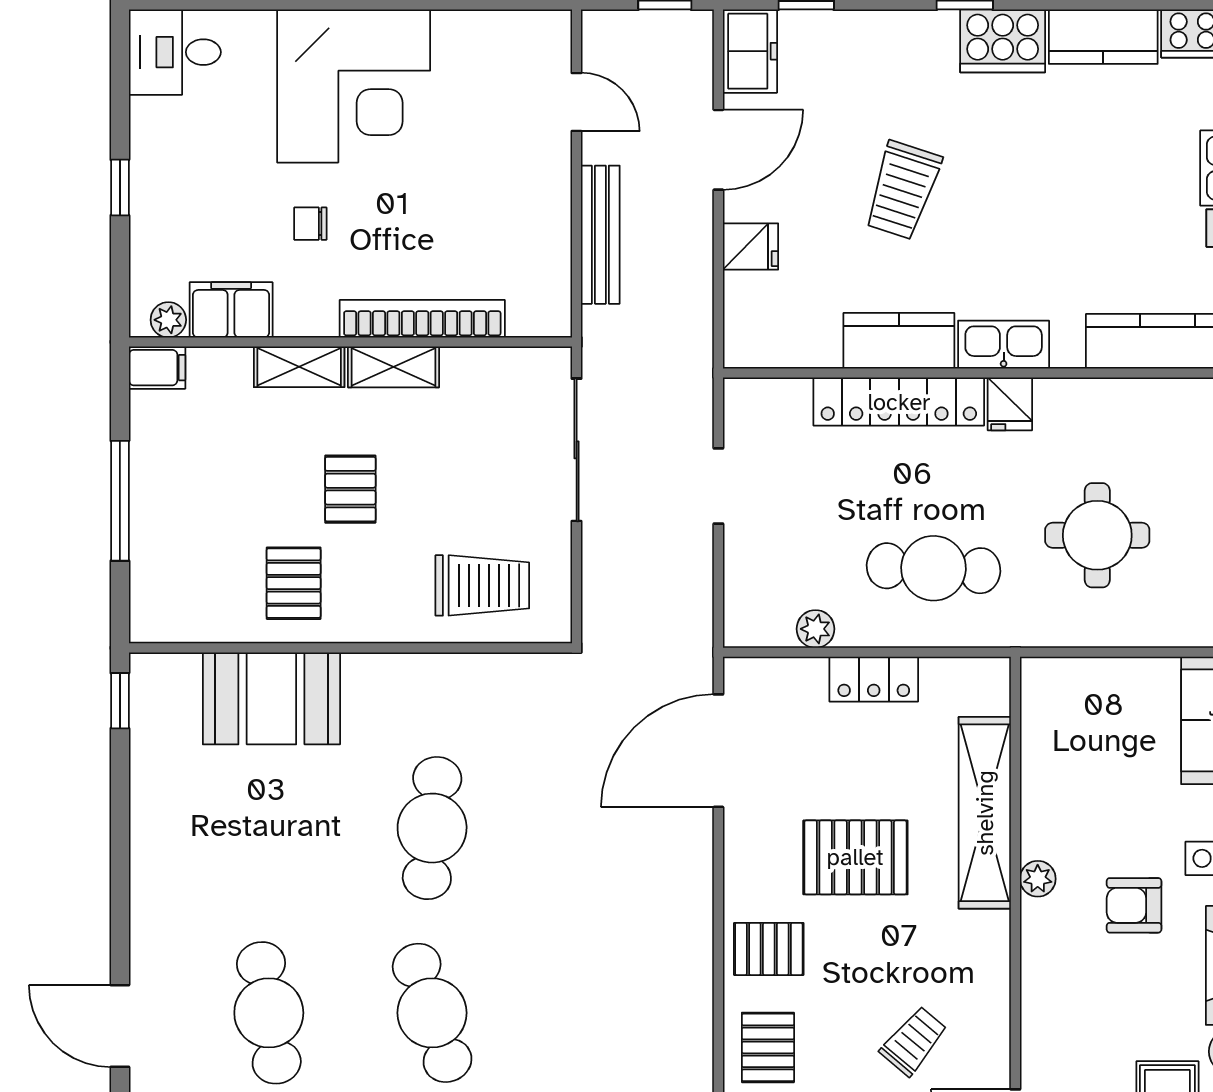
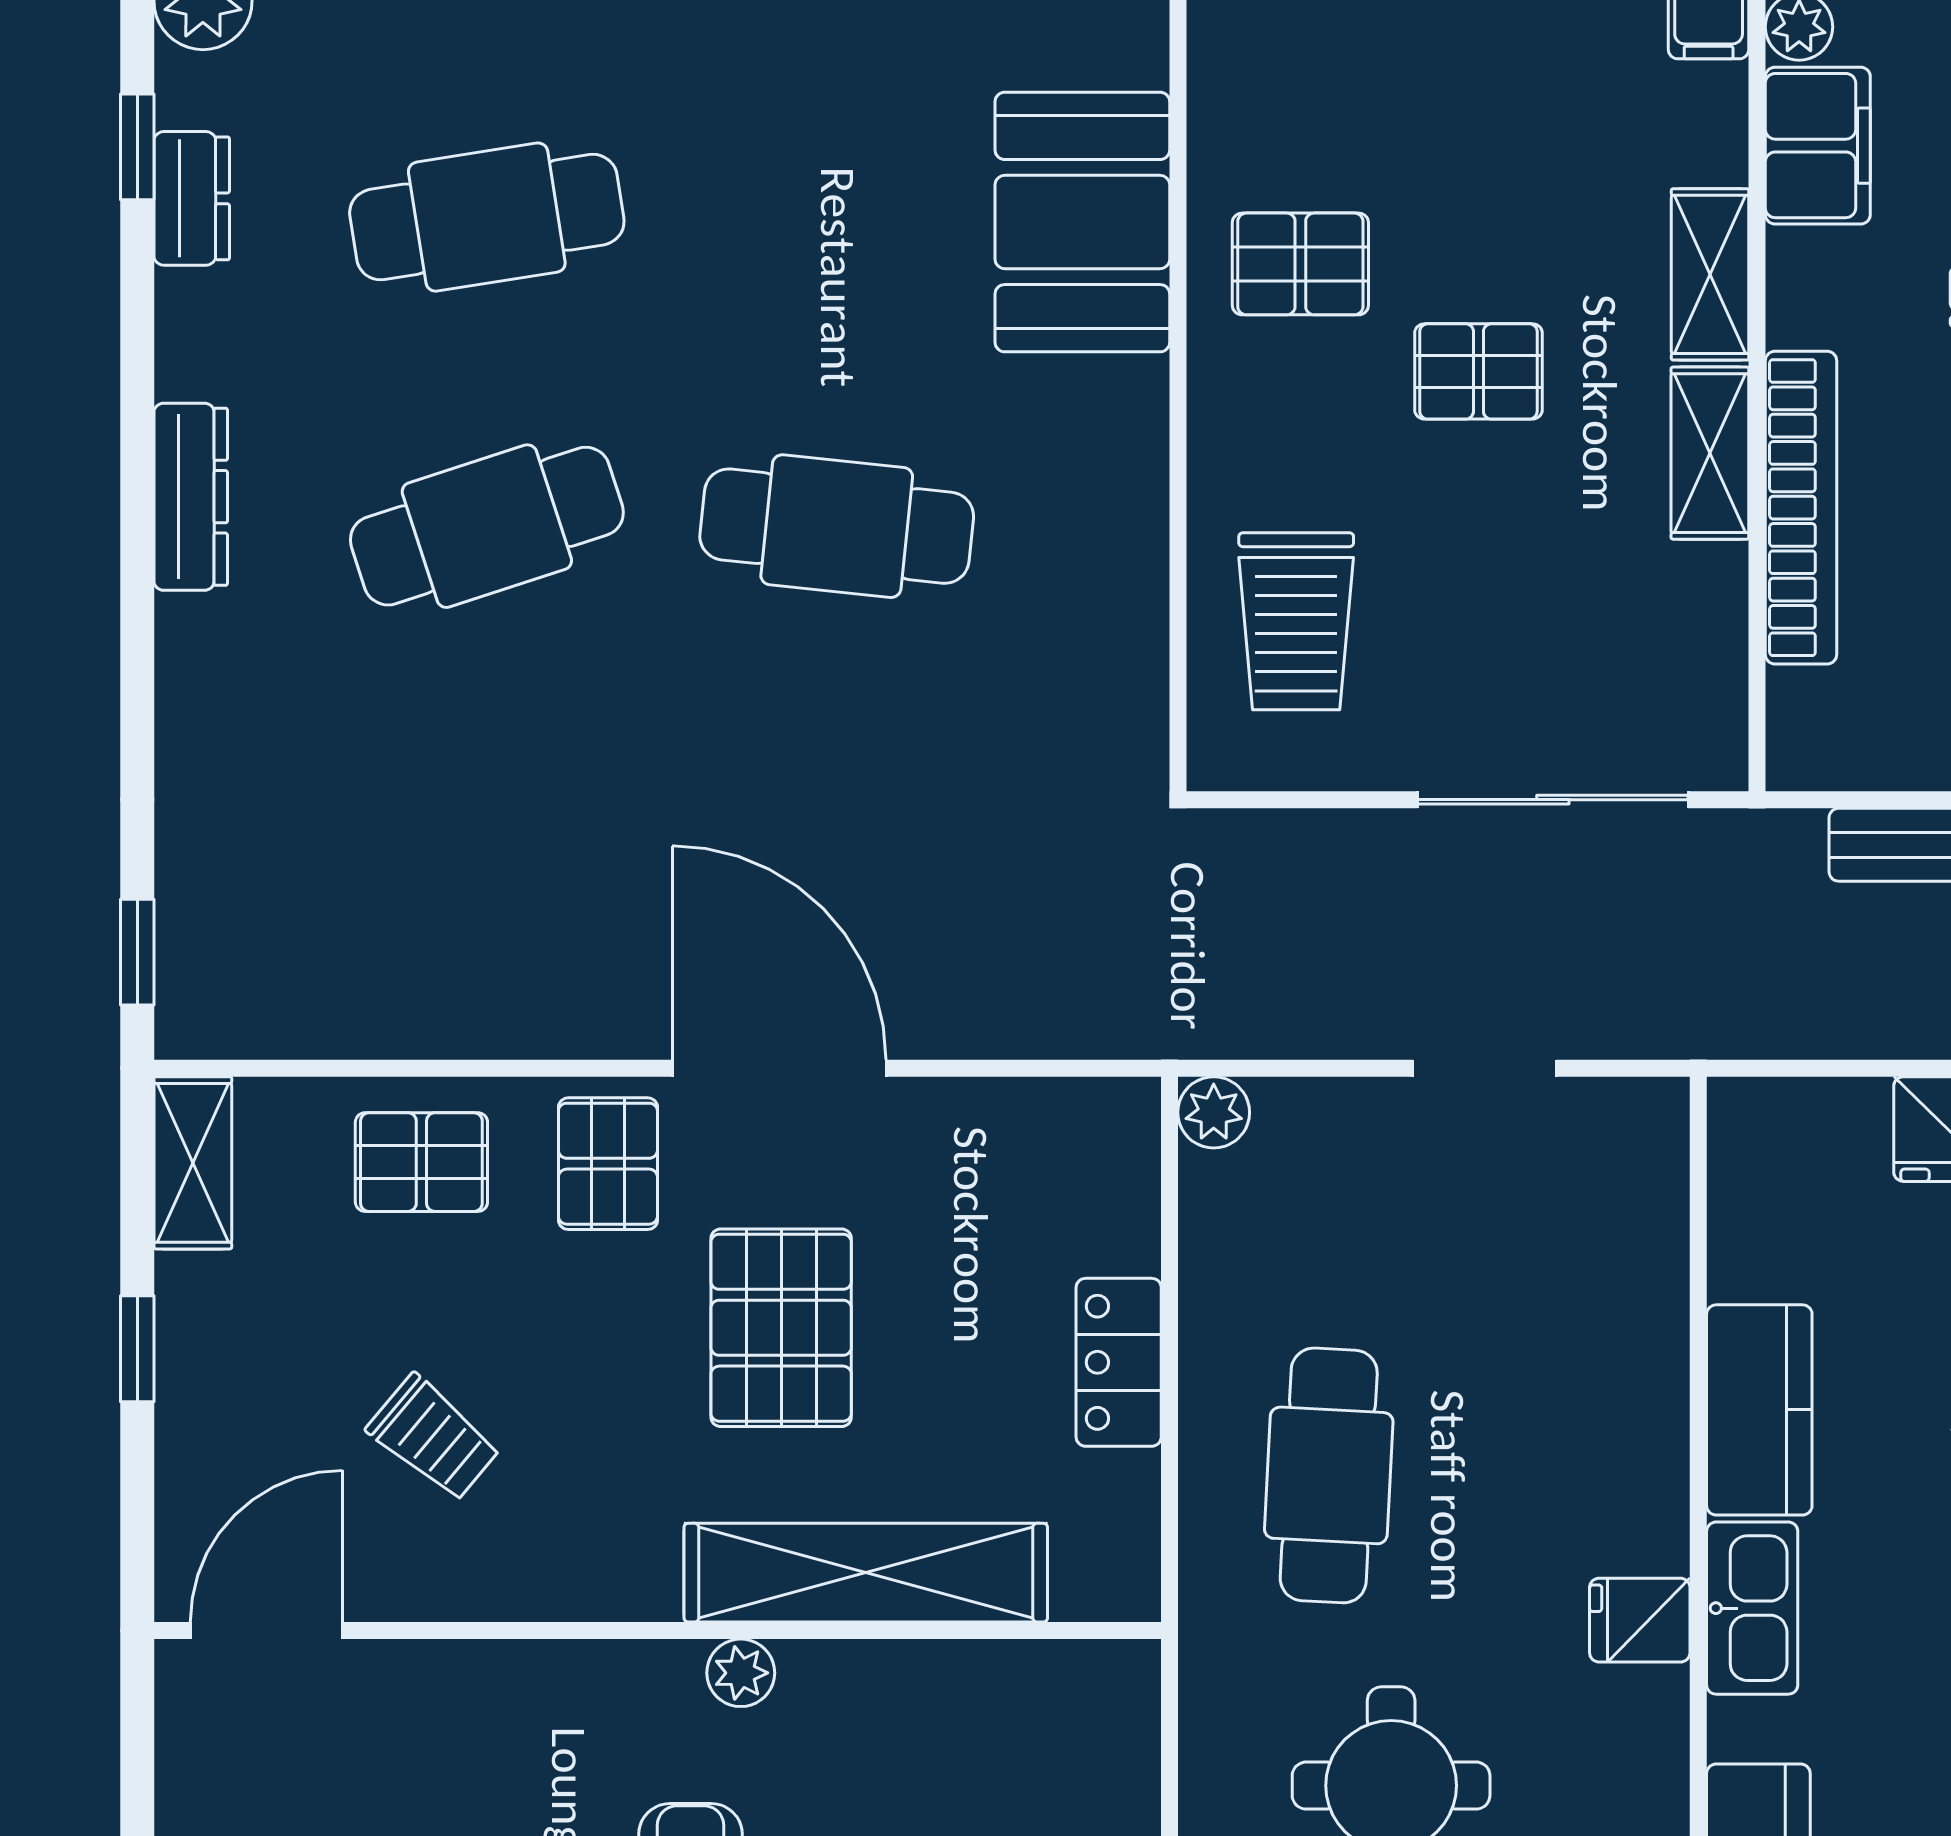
locker: (899, 402) -> (1644, 1410), removed
plant: (816, 629) -> (1214, 1112), moved
door: (718, 751) -> (779, 1068), moved

